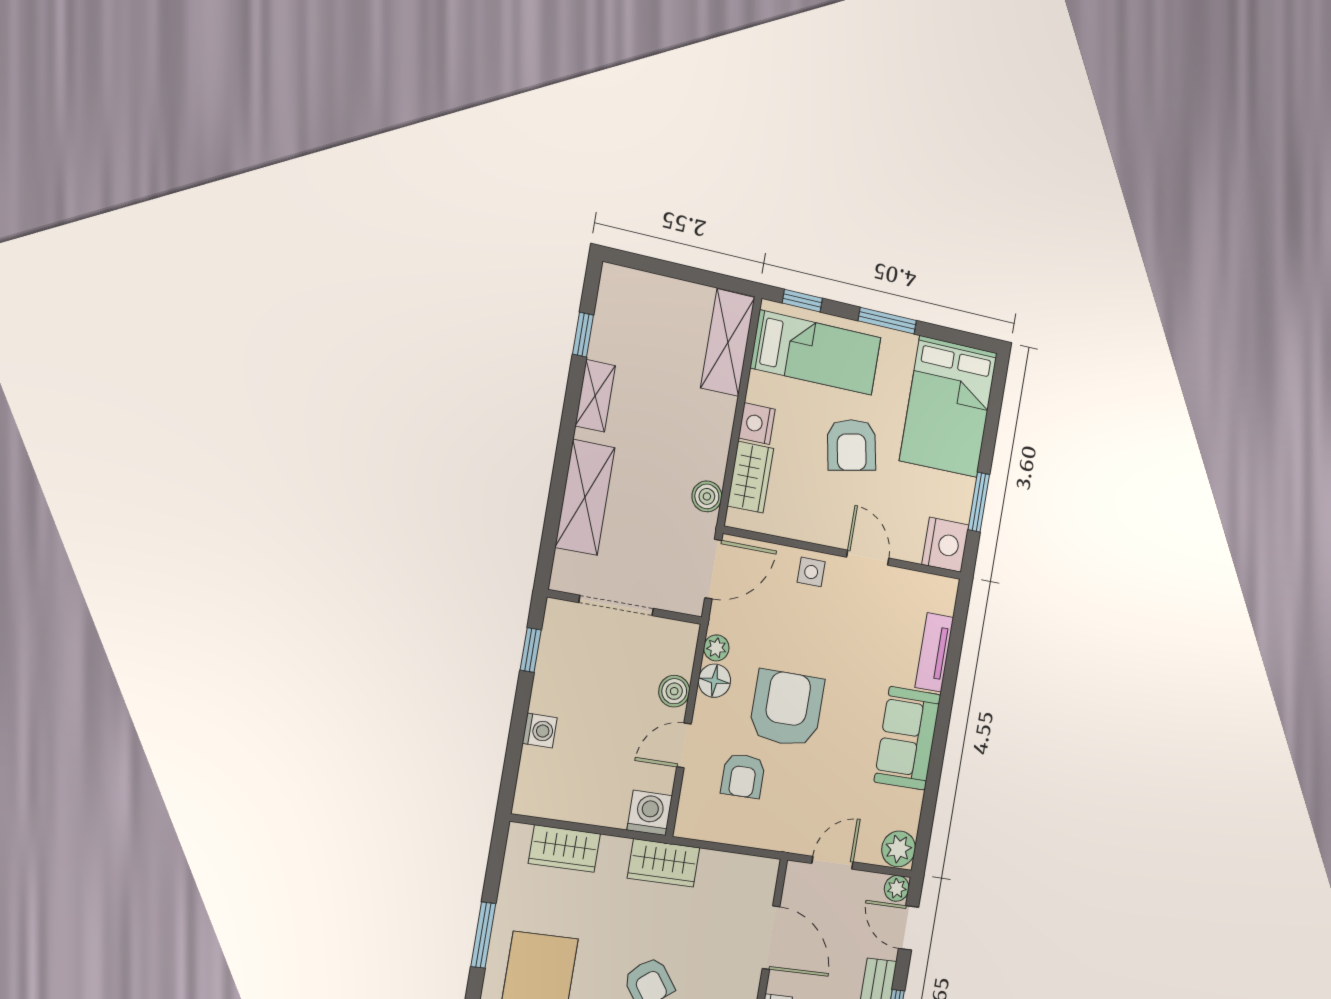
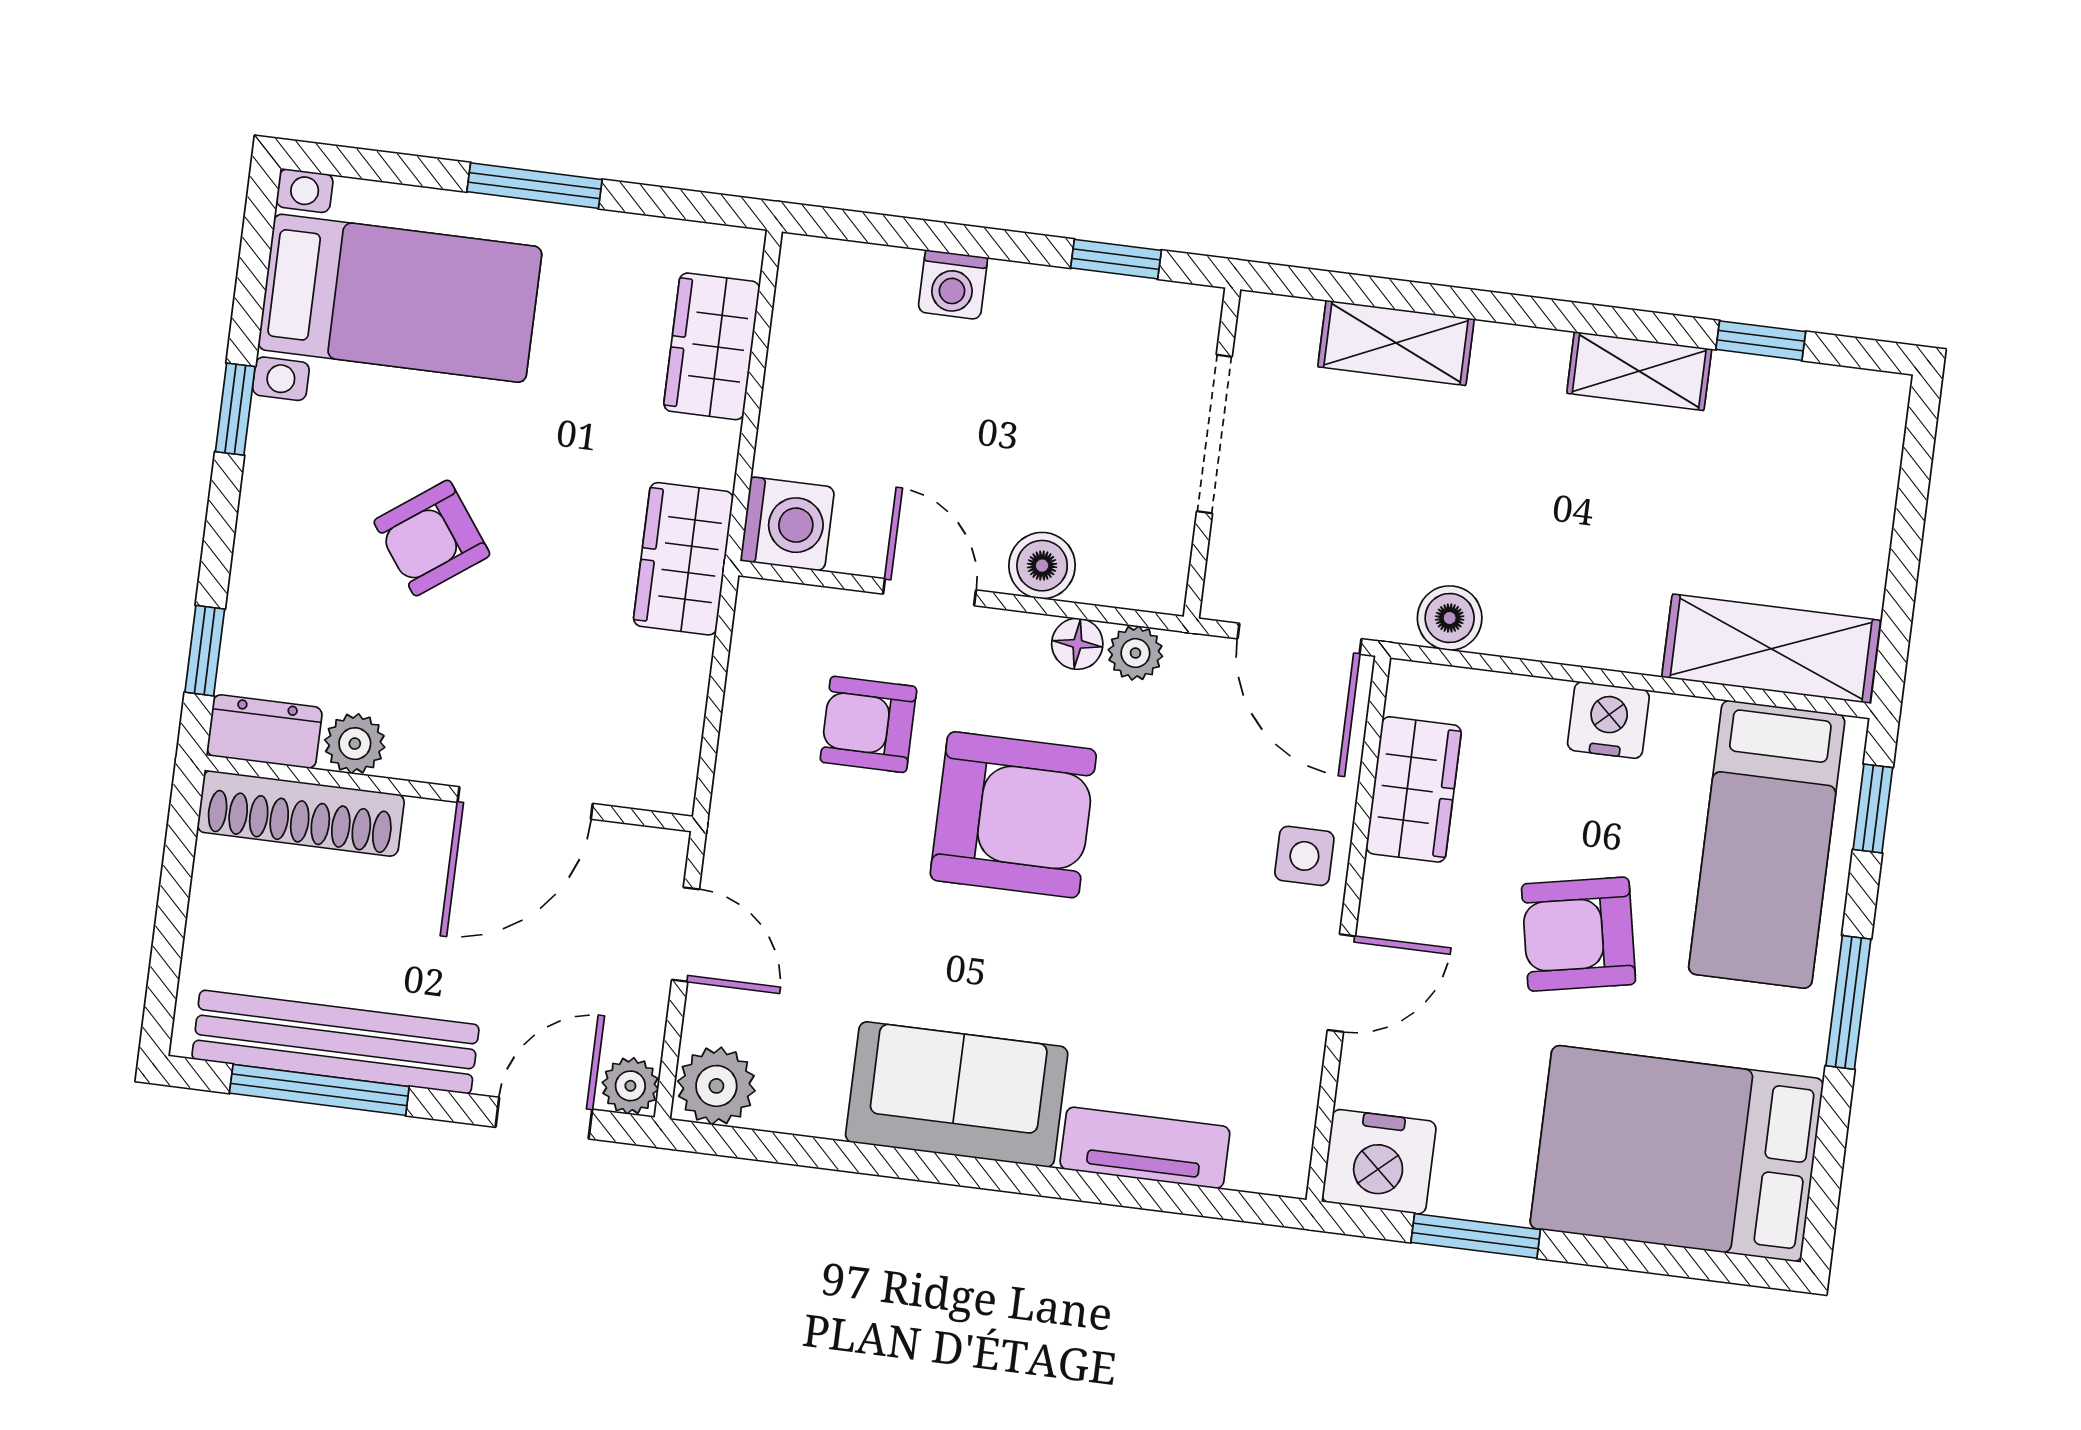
wardrobe: (750, 477) -> (1414, 789), moved, turned -90
shelving: (585, 497) -> (1396, 343), width x0.67, depth x0.75
floor lamp: (714, 681) -> (1077, 644), width x0.73, depth x0.73

